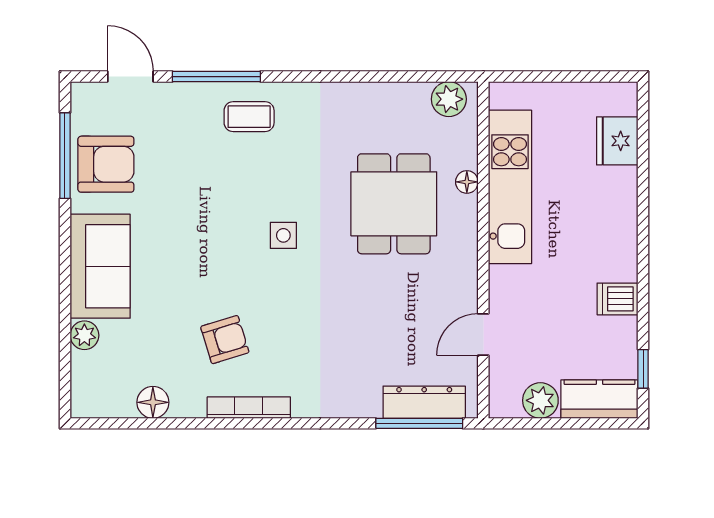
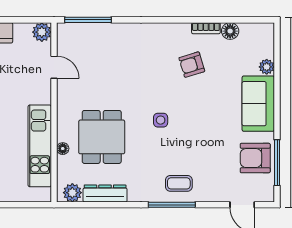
window: (216, 77) -> (172, 205), moved
door: (483, 335) -> (54, 67), hinge flipped
plant: (540, 400) -> (42, 32), moved
dresser: (424, 402) -> (105, 193), moved, turned 180
bookcase: (249, 408) -> (206, 28), moved, width x0.64

